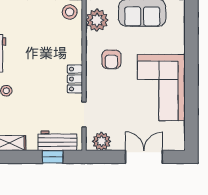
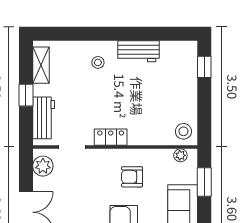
plant: (97, 20) -> (180, 155), width x0.53, depth x0.53
window: (53, 157) -> (26, 95), moved

